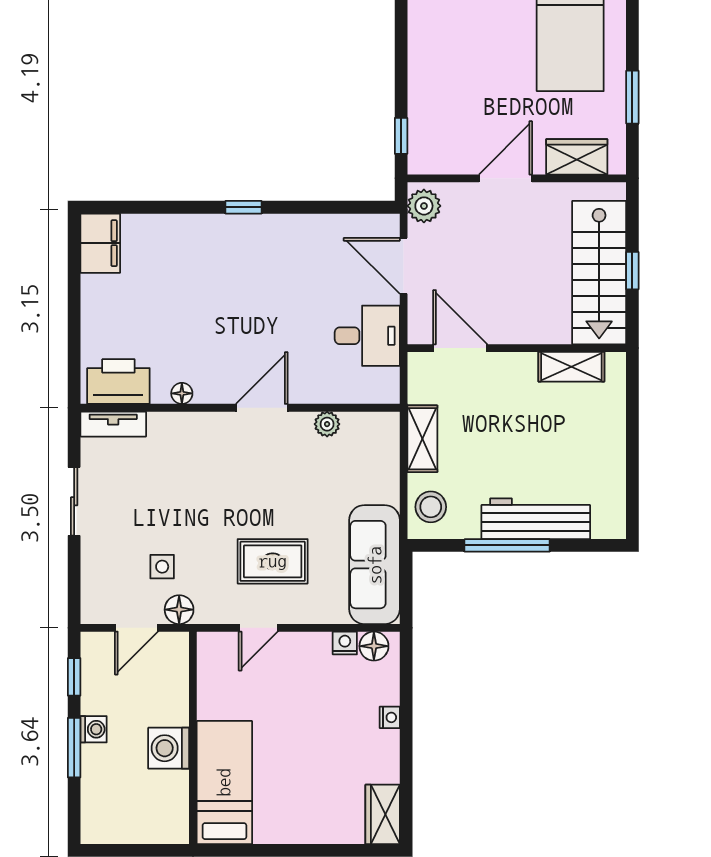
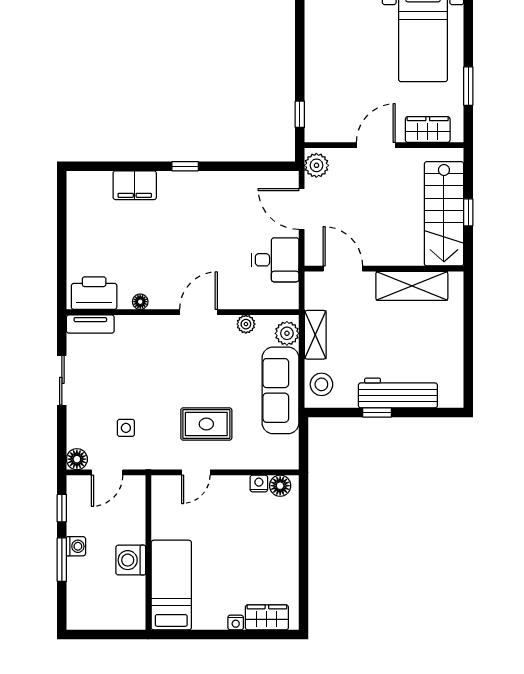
filing cabinet: (100, 243) -> (135, 185), moved, turned 90
shelving: (571, 367) -> (412, 286), width x1.50, depth x1.33
plant: (383, 437) -> (287, 333), added
window: (507, 545) -> (377, 412), width x0.46
sofa: (375, 565) -> (280, 390), moved
floor lamp: (179, 610) -> (77, 459), moved
nightstand: (390, 717) -> (236, 623), moved, turned 90
wardrobe: (383, 814) -> (267, 617), moved, turned 90

